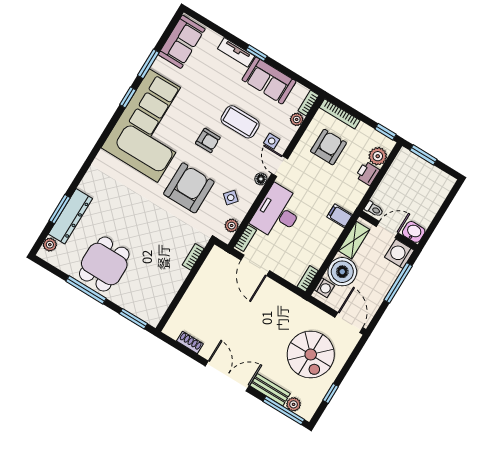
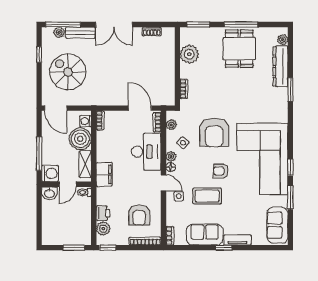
plant: (297, 119) -> (171, 156), moved
window: (60, 209) -> (290, 90), moved
filing cabinet: (340, 216) -> (104, 174), width x2.00
plant: (163, 292) -> (189, 54), added

